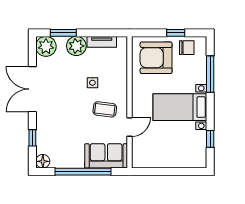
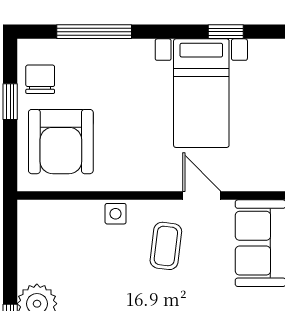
tv unit: (102, 42) -> (29, 252), removed
side table: (92, 83) -> (116, 214), moved
bed with nightstands: (180, 107) -> (201, 93), moved

